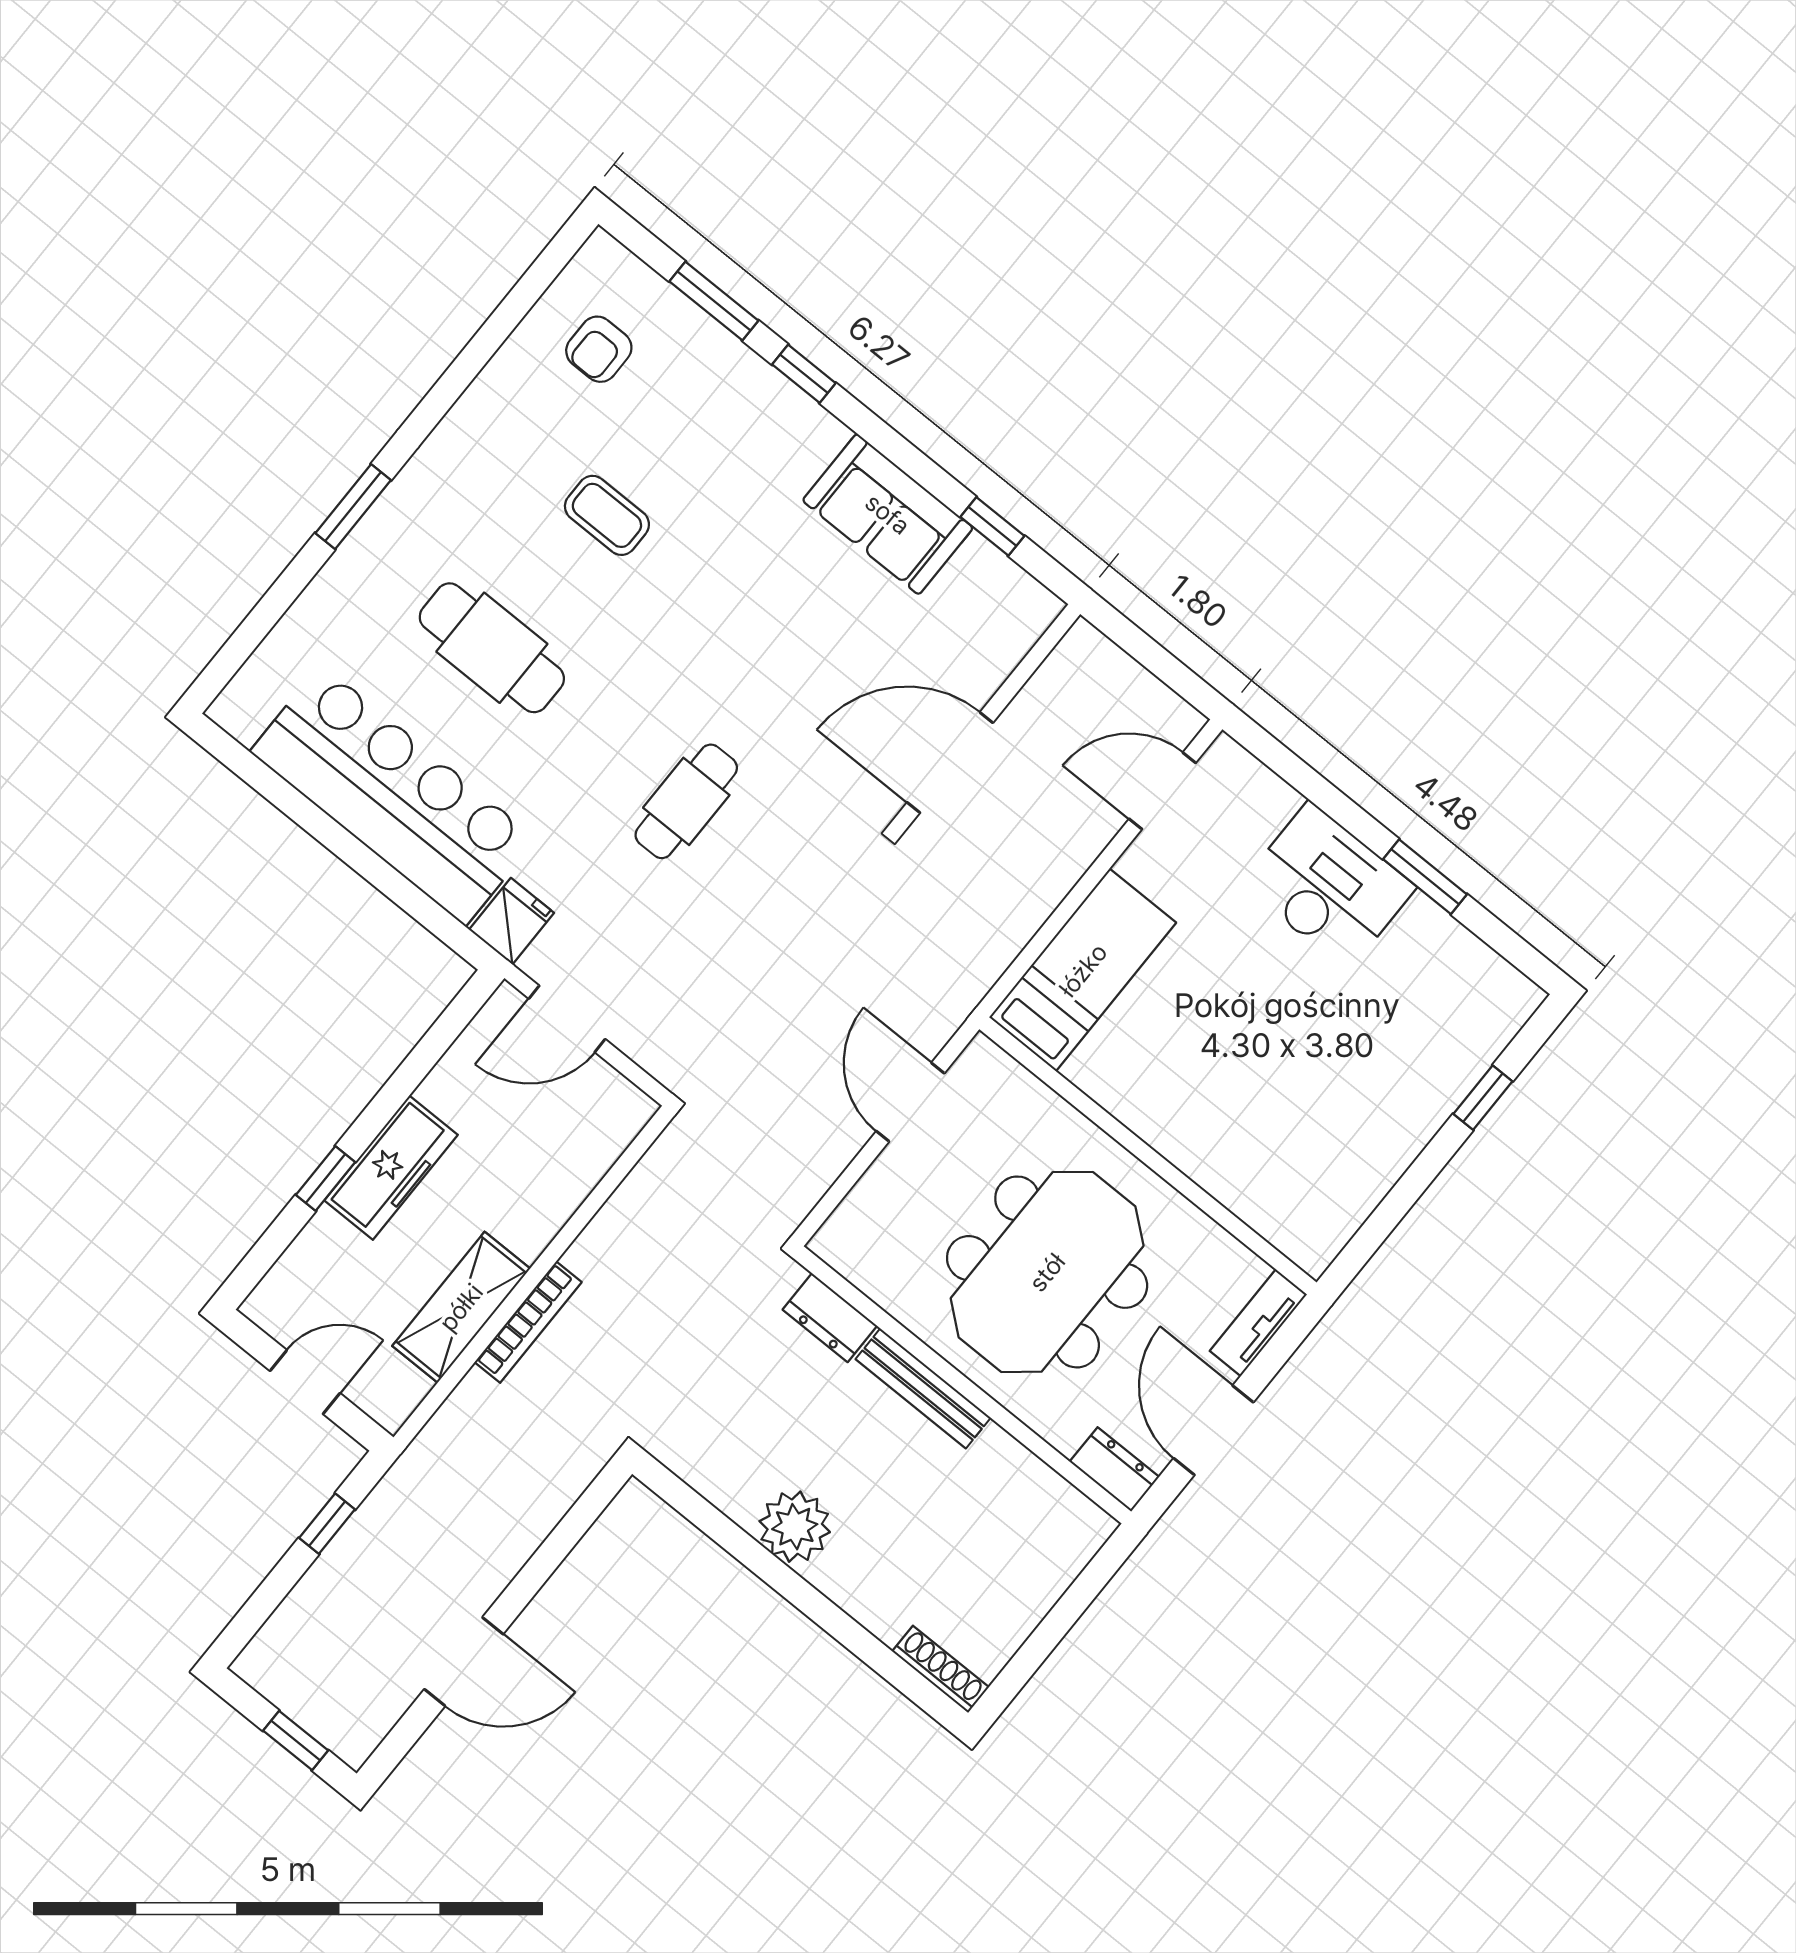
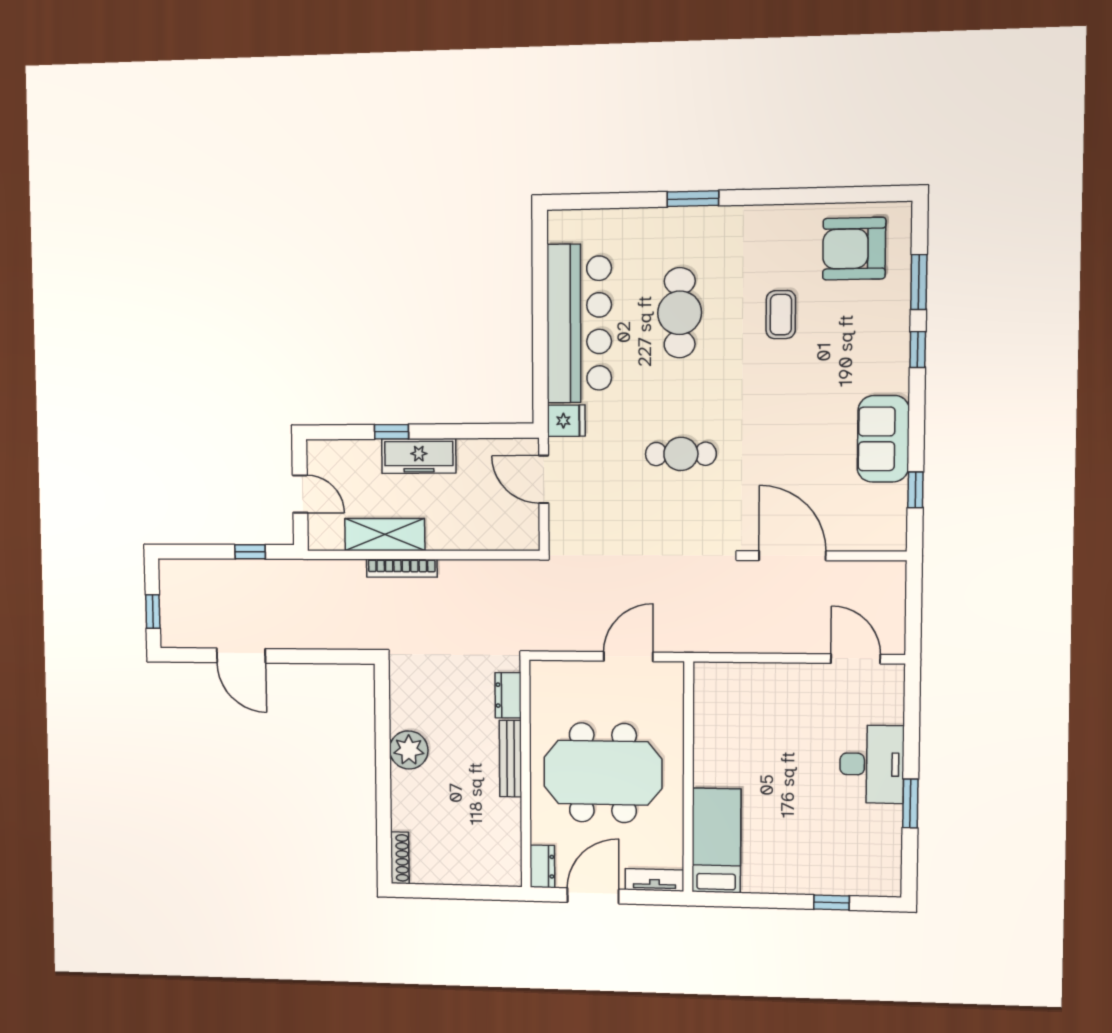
armchair: (599, 349) -> (854, 249), width x1.88, depth x1.88
bed: (1083, 970) -> (716, 841), moved, turned -90

